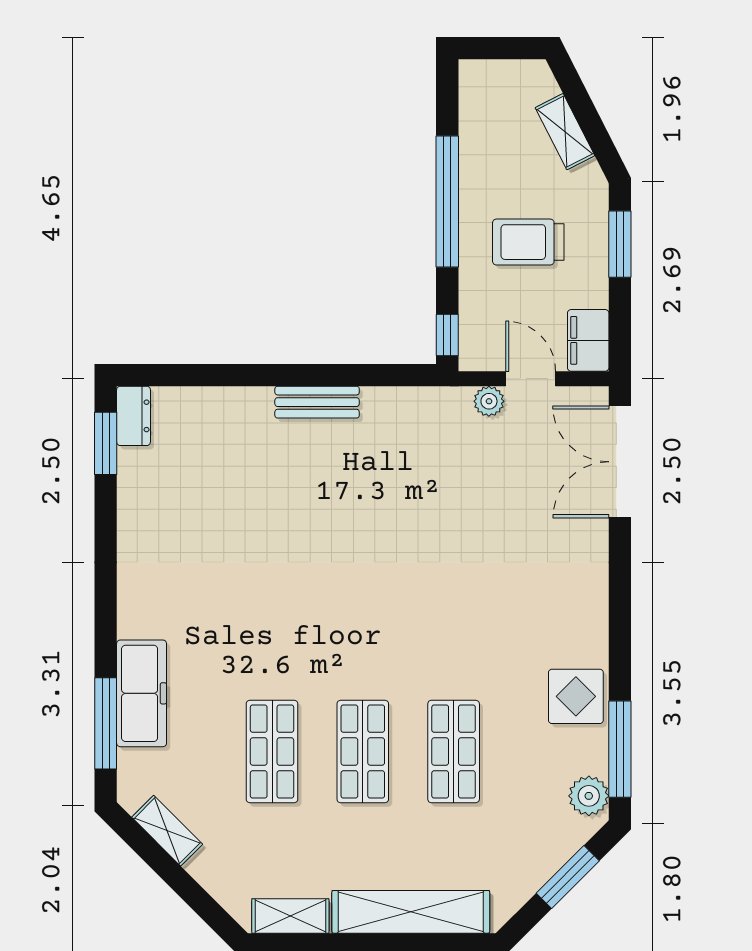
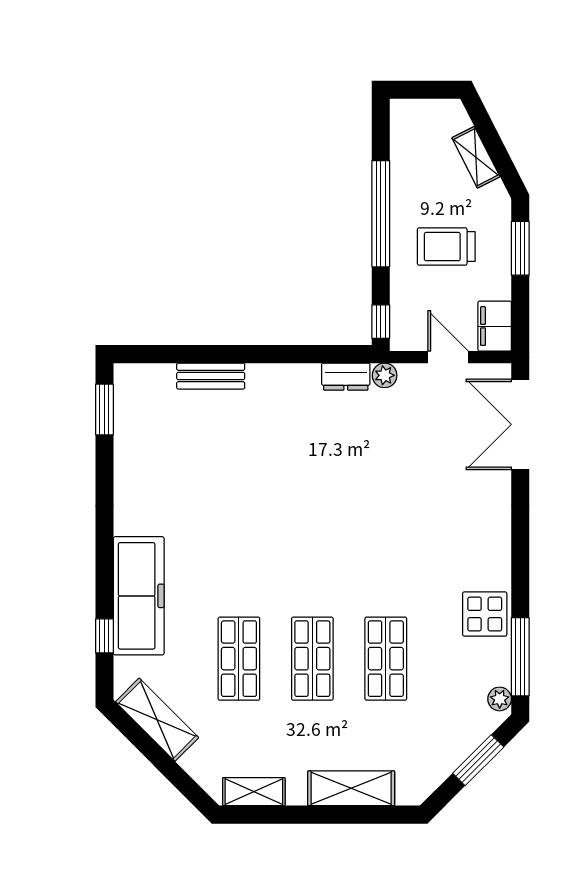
plant: (489, 401) -> (385, 375), moved
bench: (317, 402) -> (211, 376), moved
dresser: (133, 416) -> (346, 377), moved, turned 90
freezer: (142, 693) -> (139, 596), width x1.36, depth x1.26
window: (106, 723) -> (104, 636), width x0.46
plant: (589, 796) -> (500, 699), width x0.73, depth x0.73
shelving: (167, 831) -> (157, 720), width x1.50, depth x1.33
shelving: (411, 912) -> (351, 788), width x0.68

